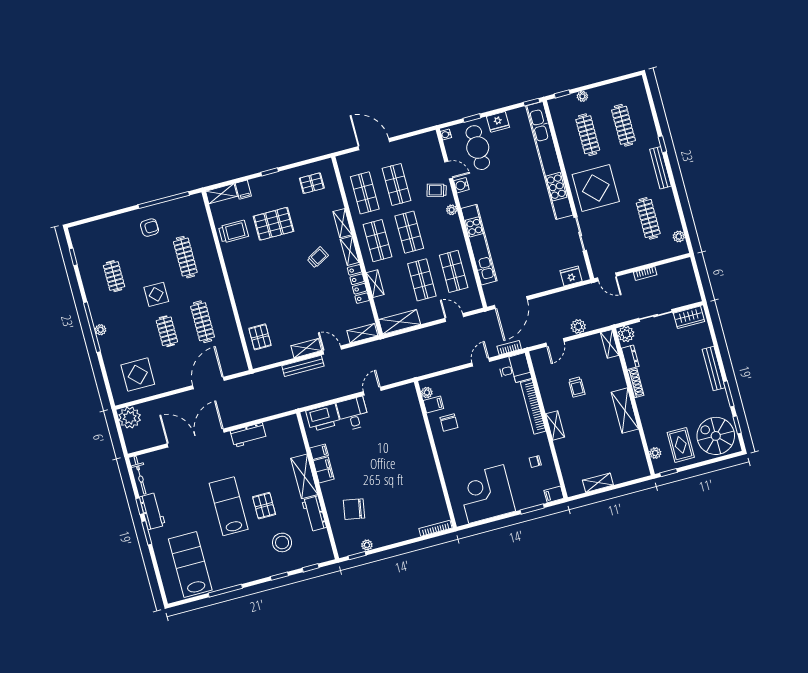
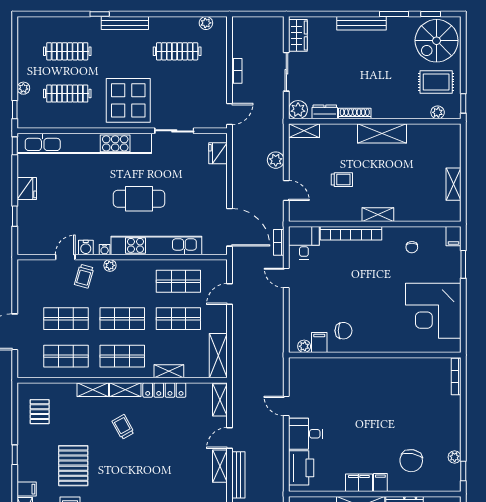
water cooler: (446, 134) -> (105, 250), moved
cafe table: (478, 148) -> (139, 199), moved
filing cabinet: (319, 452) -> (380, 482), moved

